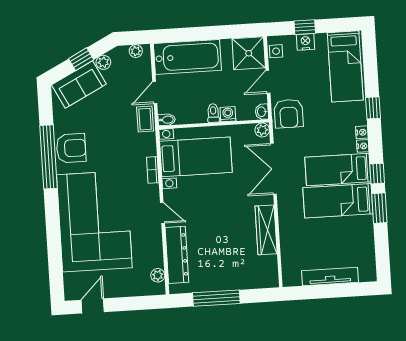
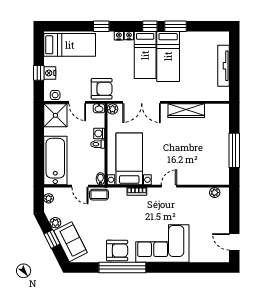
armchair: (71, 148) -> (117, 250), turned 90
corner sofa: (94, 221) -> (162, 243), width x0.73, depth x0.74
dresser: (177, 255) -> (200, 178), removed

